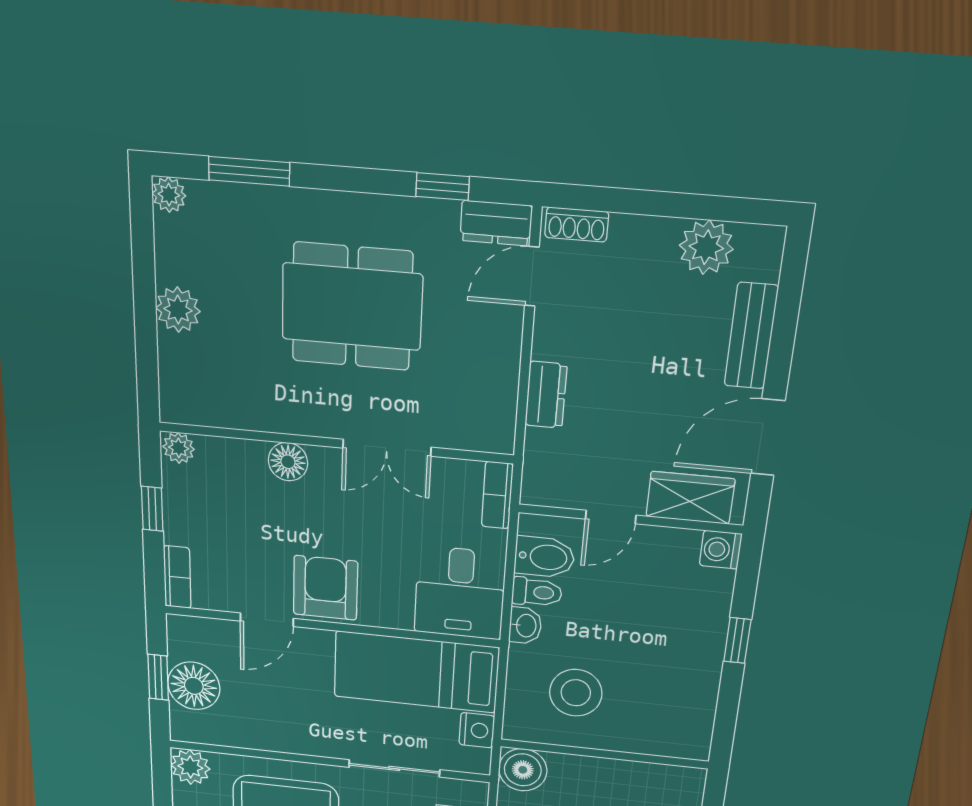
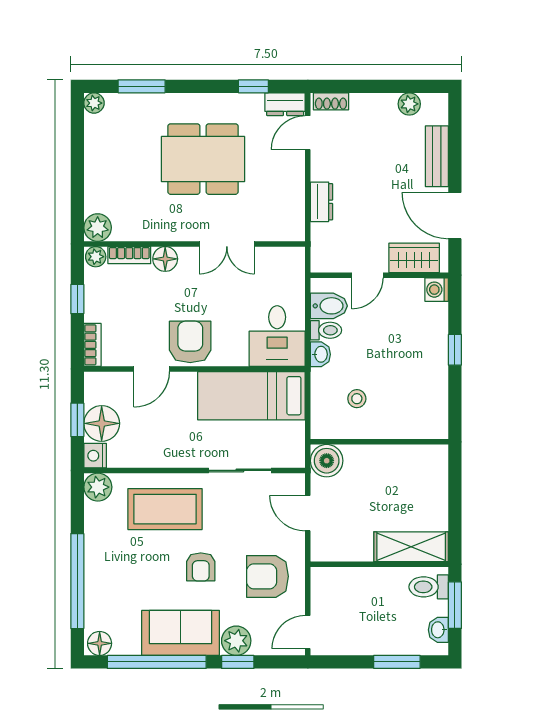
plant: (706, 247) -> (409, 104), width x0.73, depth x0.73
plant: (178, 310) -> (98, 228), moved
door: (768, 437) -> (455, 216), hinge flipped
bookcase: (497, 495) -> (129, 255), moved, turned -90
stool: (576, 693) -> (357, 399), width x0.53, depth x0.53
nightstand: (477, 730) -> (95, 456), moved, turned 180

